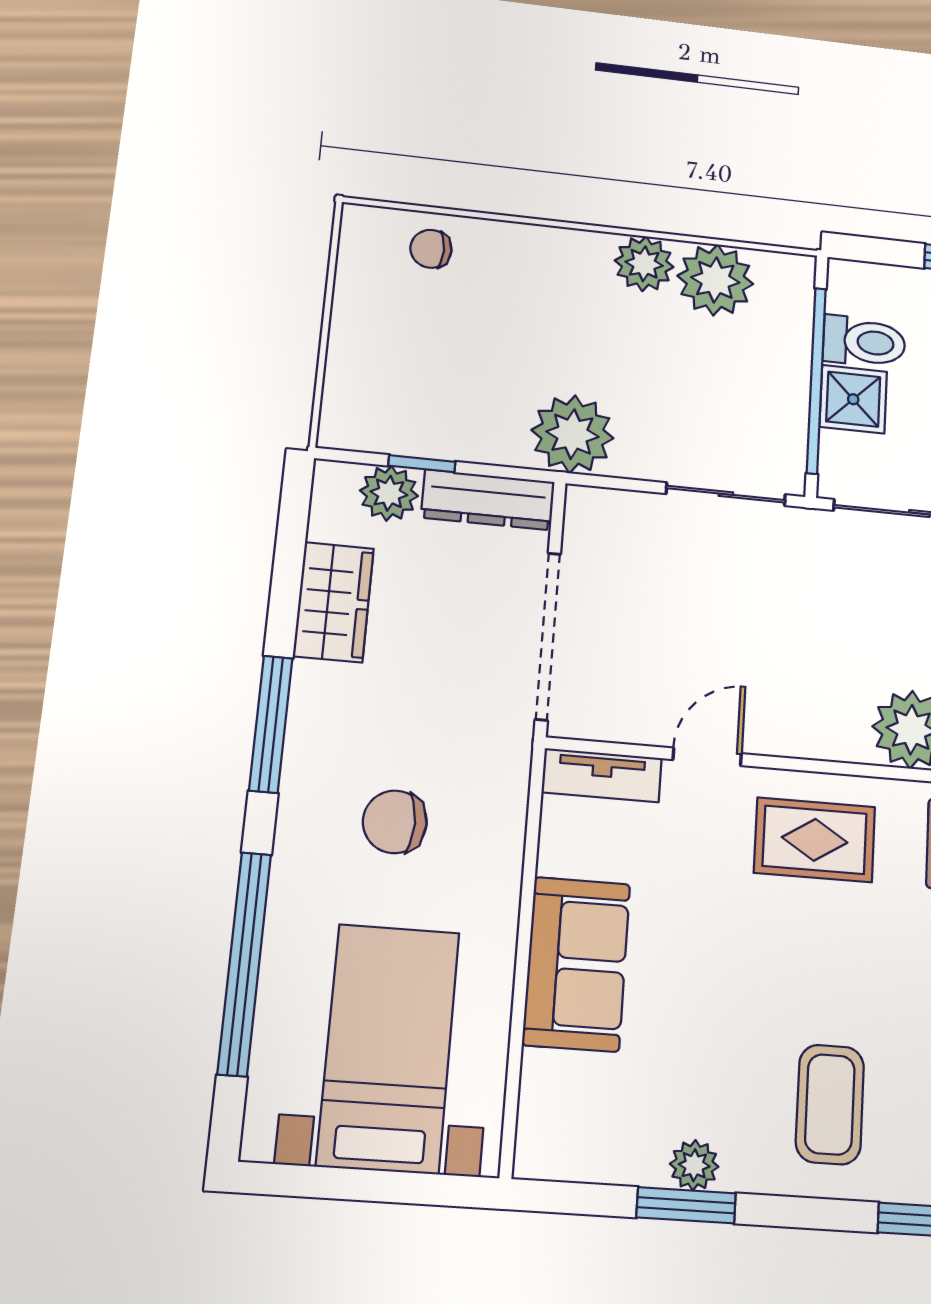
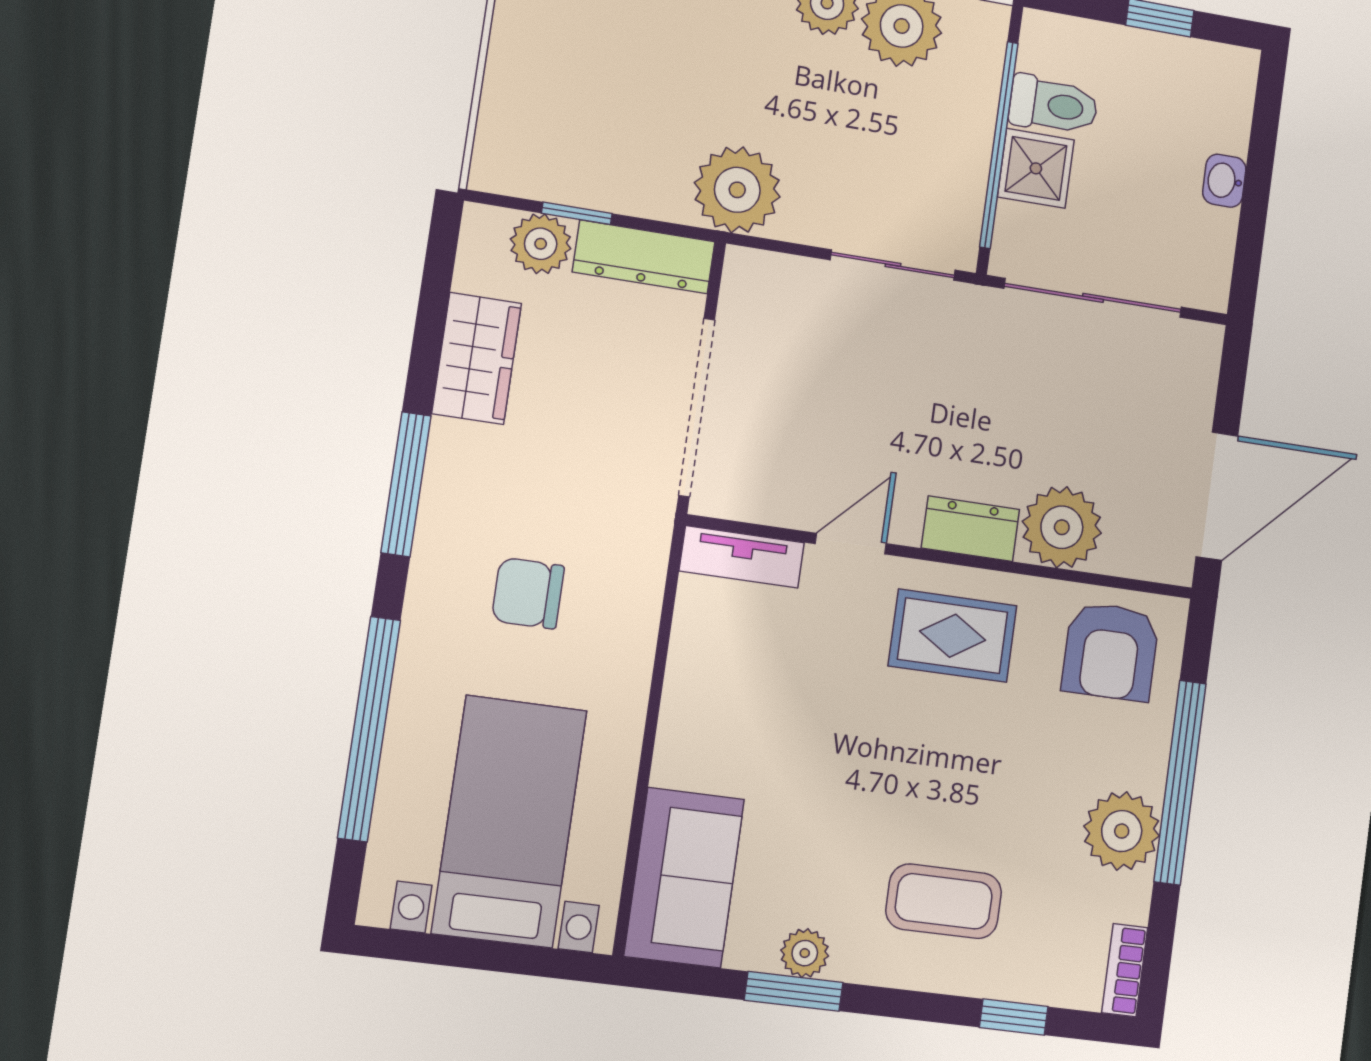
dresser: (822, 736) -> (970, 529), added
sofa: (577, 964) -> (684, 878), moved
coffee table: (830, 1104) -> (944, 901), turned 90

